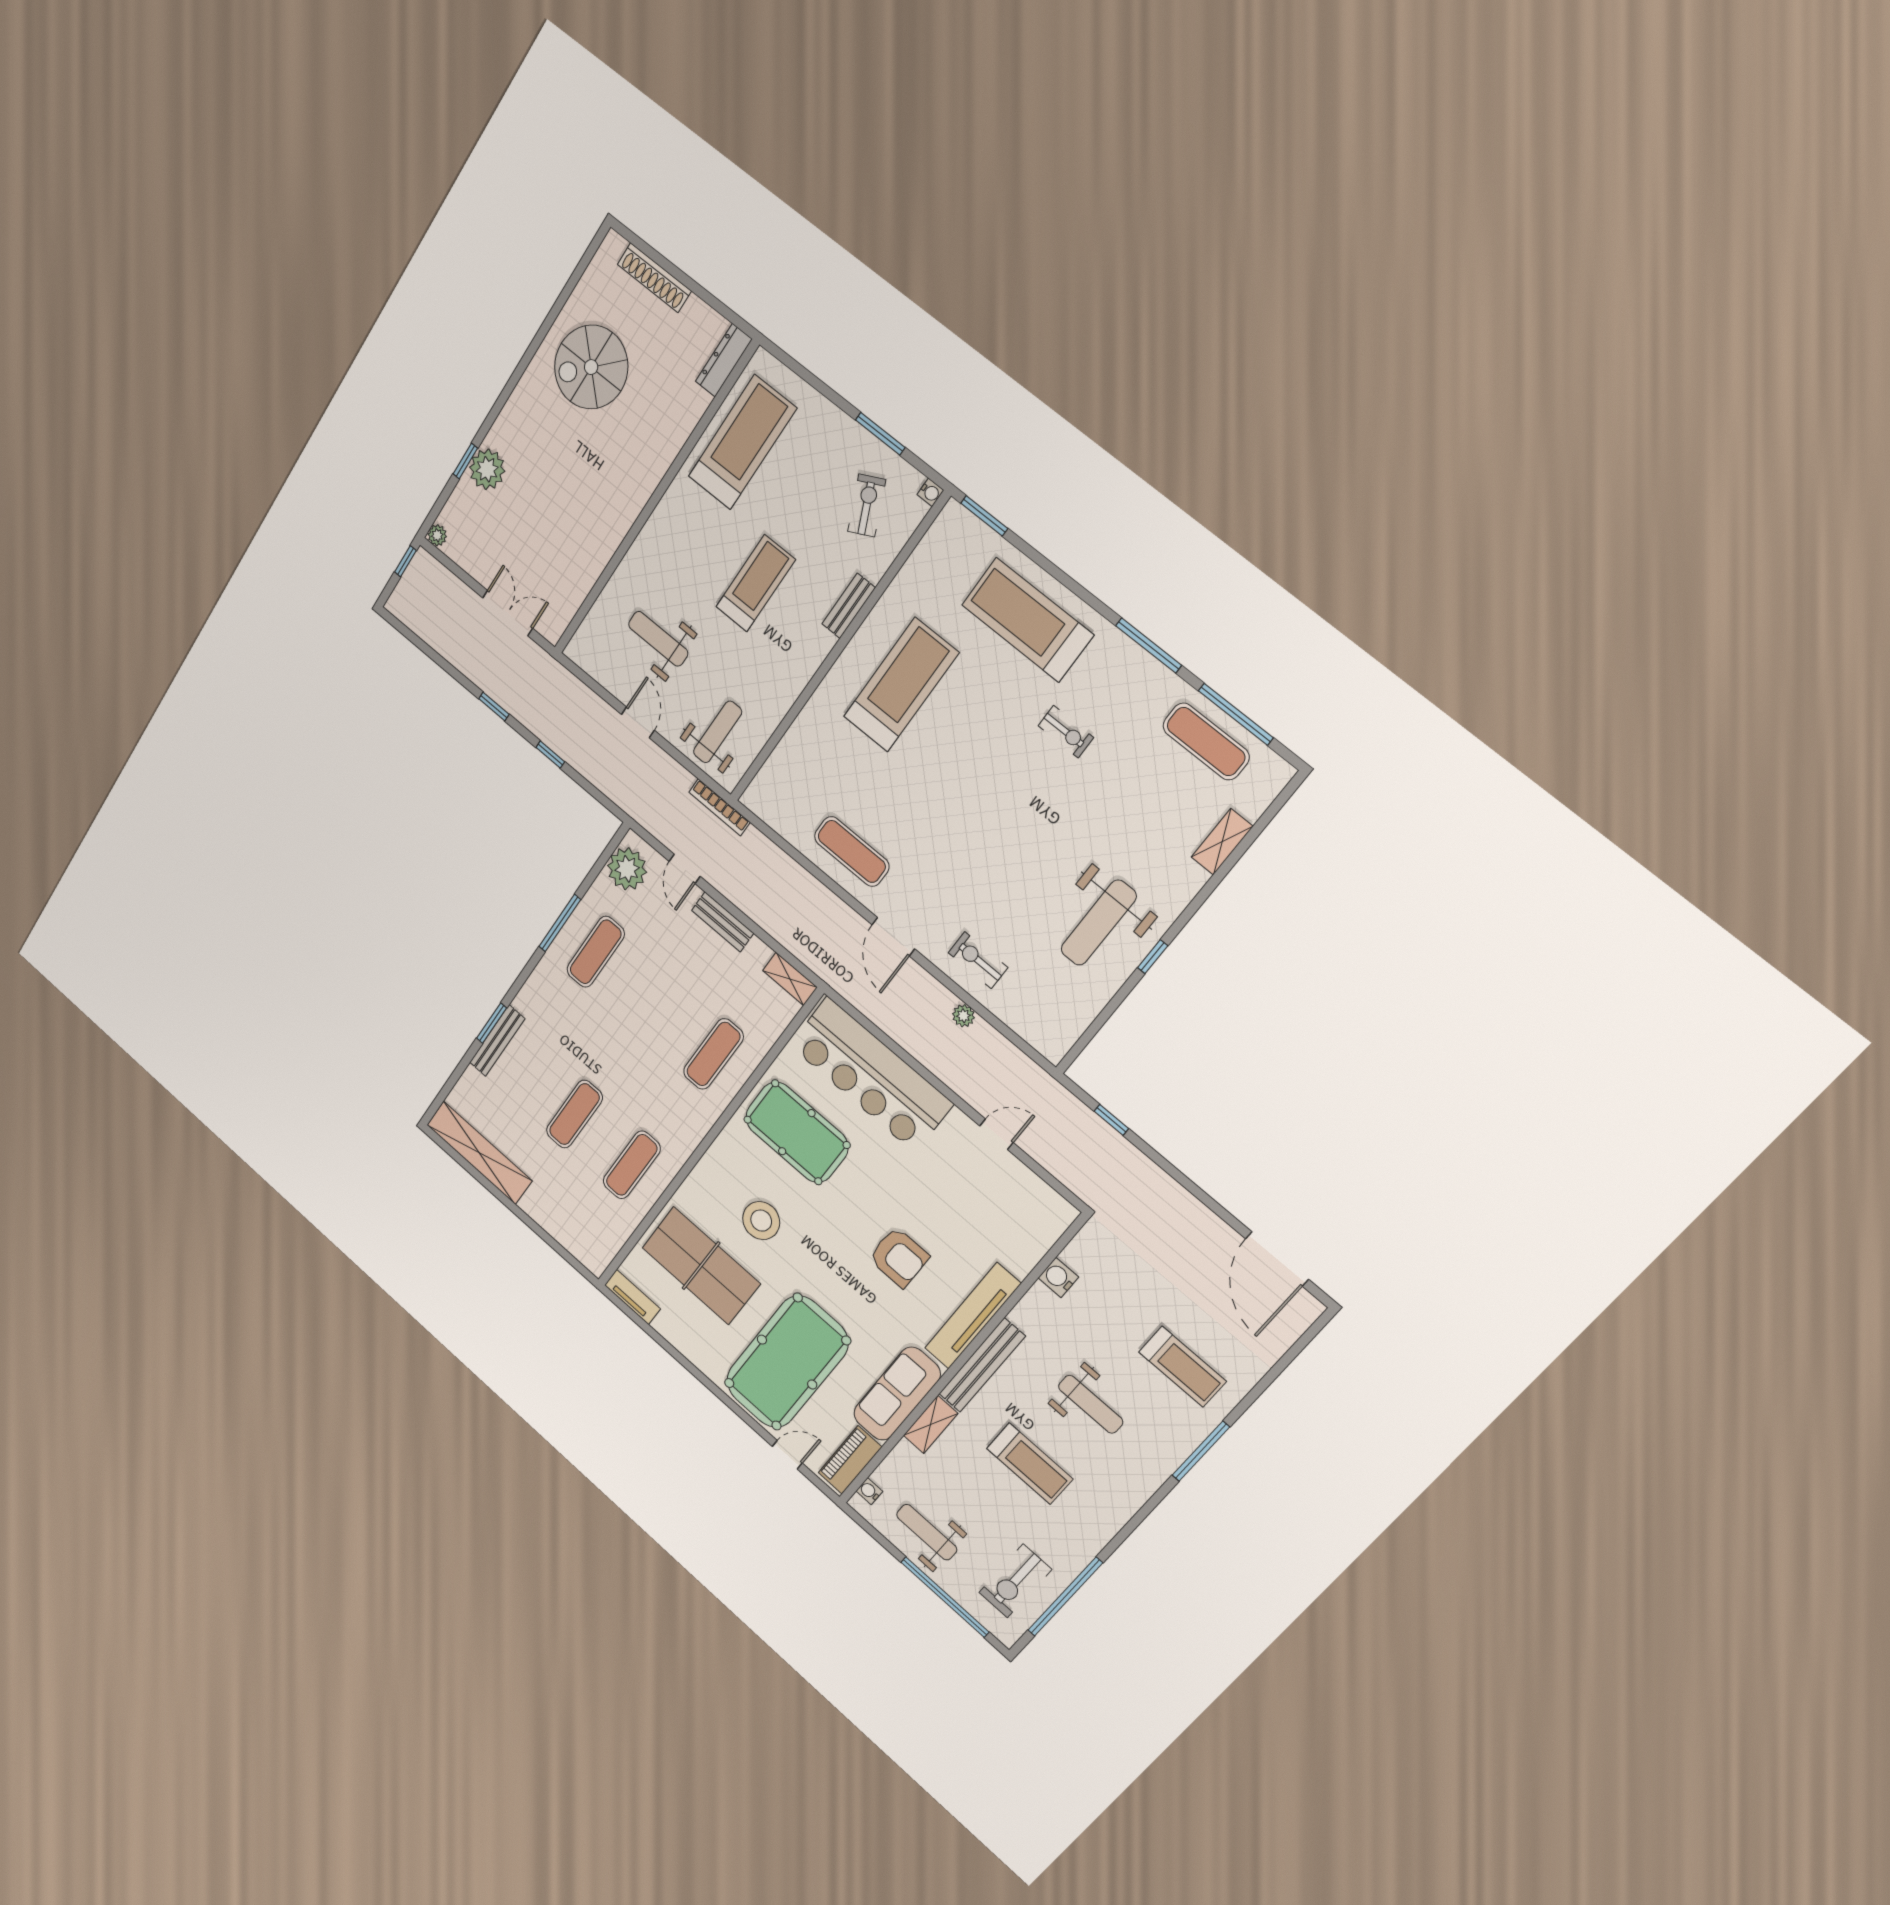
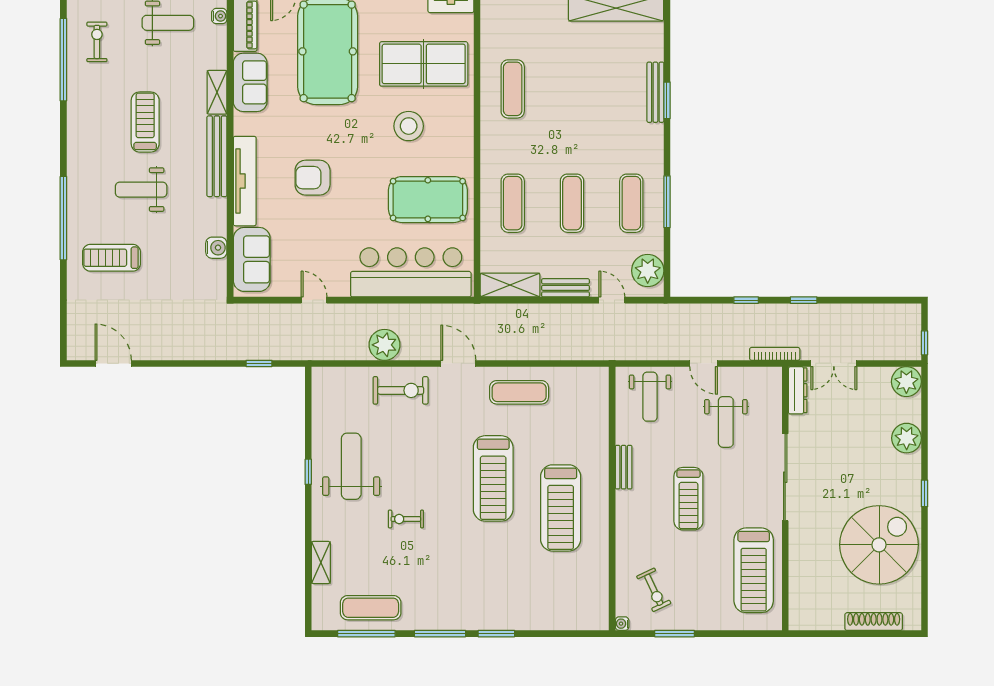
dresser: (724, 360) -> (798, 390), moved
spiral stairs: (591, 367) -> (879, 545), width x1.37, depth x1.37
window: (465, 461) -> (924, 493), moved
window: (984, 516) -> (496, 634), moved
sliding door: (638, 525) -> (785, 477), added
plant: (437, 535) -> (906, 382), width x1.88, depth x1.88
bench: (849, 606) -> (624, 467), moved
treadmill: (1027, 620) -> (493, 478), moved, turned 90
weight bench: (658, 639) -> (726, 422), turned 90
exercise bike: (1066, 732) -> (406, 519), moved
bookcase: (719, 807) -> (775, 354), moved
exercise bike: (978, 960) -> (401, 390), width x1.38, depth x1.39
shelving: (790, 979) -> (510, 285), width x1.50, depth x1.33
plant: (963, 1016) -> (385, 345), width x1.88, depth x1.88
exercise mat: (574, 1114) -> (572, 203), moved
door: (997, 1134) -> (314, 300), swing flipped
sofa: (1030, 1233) -> (252, 259), added
door: (1277, 1259) -> (113, 363), width x0.73
sofa: (897, 1394) -> (250, 82), width x0.73
window: (1201, 1451) -> (63, 218), width x1.46
treadmill: (1030, 1464) -> (145, 122), turned 90
exercise bike: (1015, 1581) -> (97, 42), width x0.73, depth x0.72

